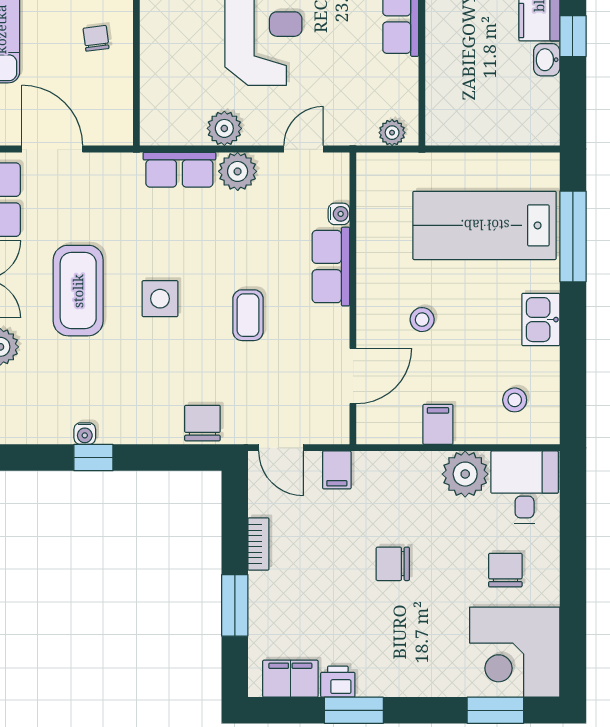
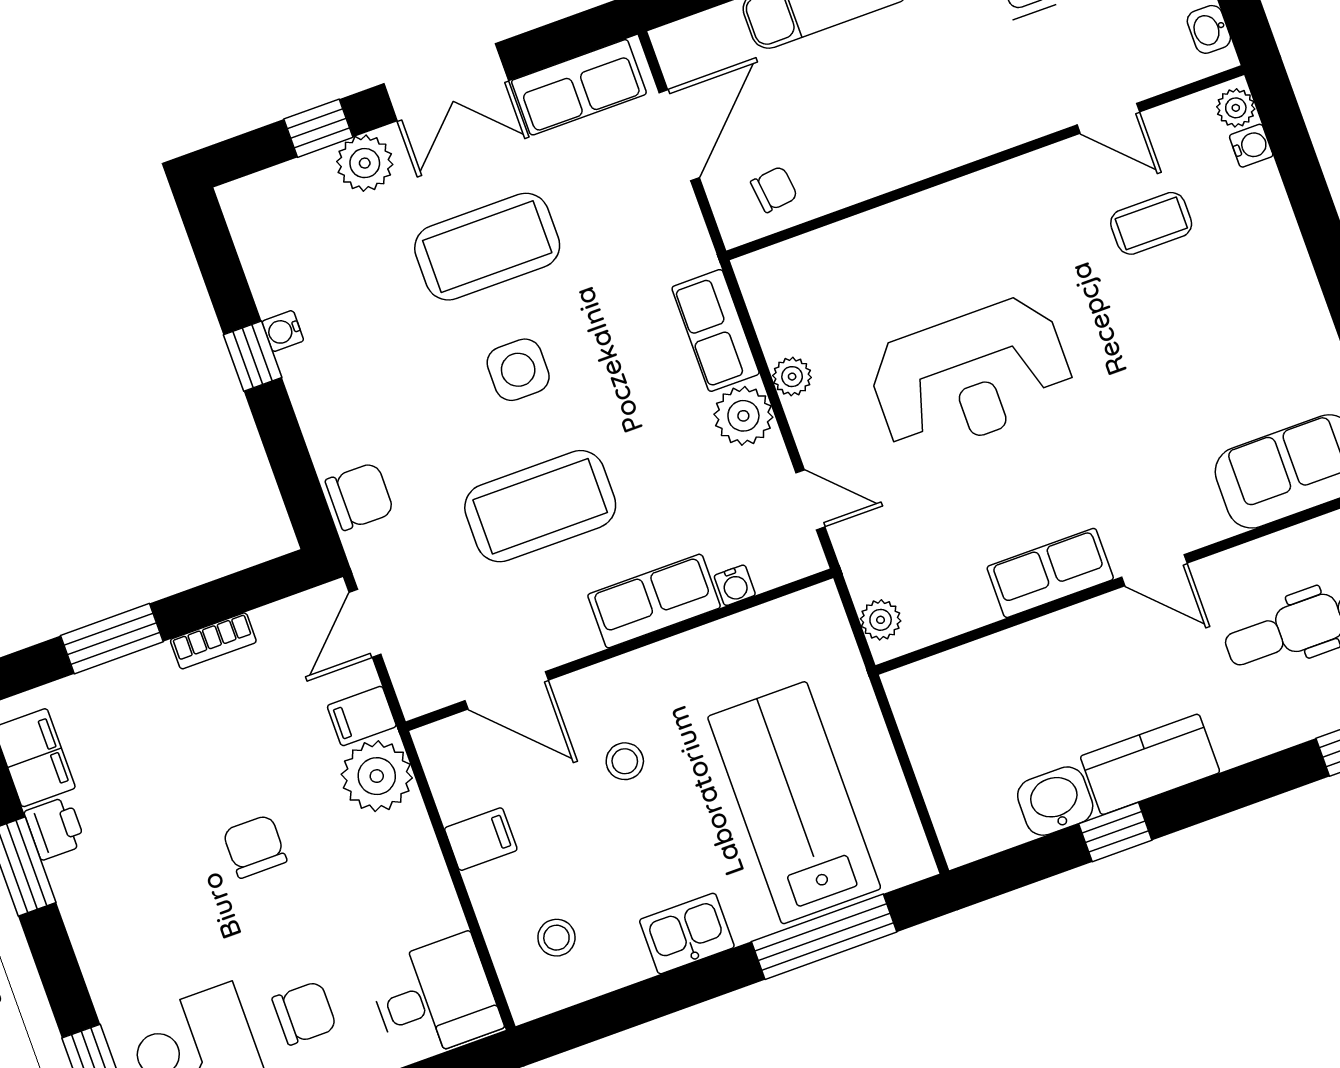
chair: (96, 38) -> (774, 189), moved
washbasin: (547, 60) -> (1055, 801), width x1.38, depth x1.45
plant: (224, 128) -> (792, 377), width x0.73, depth x0.73
coffee table: (248, 315) -> (540, 506), width x1.86, depth x1.72
plant: (465, 474) -> (377, 776), moved

